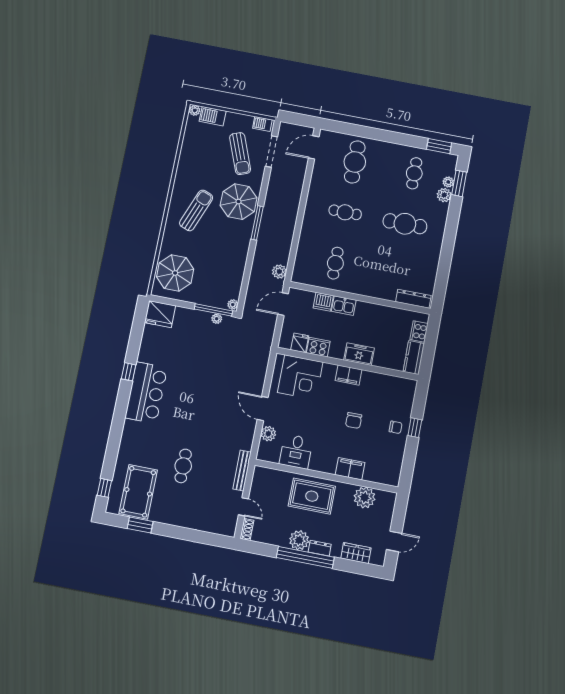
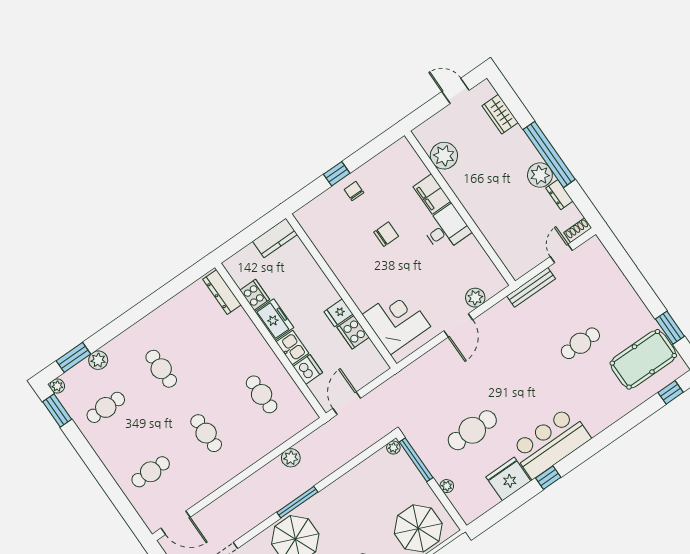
cafe table: (355, 162) -> (151, 472), width x0.73, depth x0.74
plant: (448, 182) -> (57, 386), moved
cafe table: (405, 224) -> (161, 369), width x0.73, depth x0.74
cafe table: (335, 263) -> (262, 394), turned 90
plant: (279, 272) -> (291, 458), moved
door: (283, 304) -> (347, 403), swing flipped
fridge: (160, 314) -> (508, 479), moved, turned -90
plant: (217, 319) -> (447, 486), moved
cooker: (419, 332) -> (255, 295), moved, turned -90
fridge: (300, 343) -> (339, 313), moved
freezer: (359, 354) -> (274, 320), moved, turned 180
cafe table: (198, 357) -> (472, 430), added
filing cabinet: (348, 375) -> (350, 280), removed
desk: (296, 452) -> (446, 229), moved
rug: (312, 496) -> (490, 203), removed
dresser: (320, 548) -> (559, 195), moved

